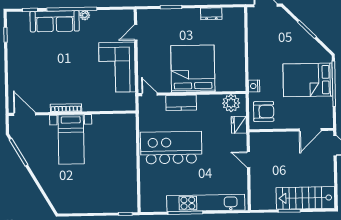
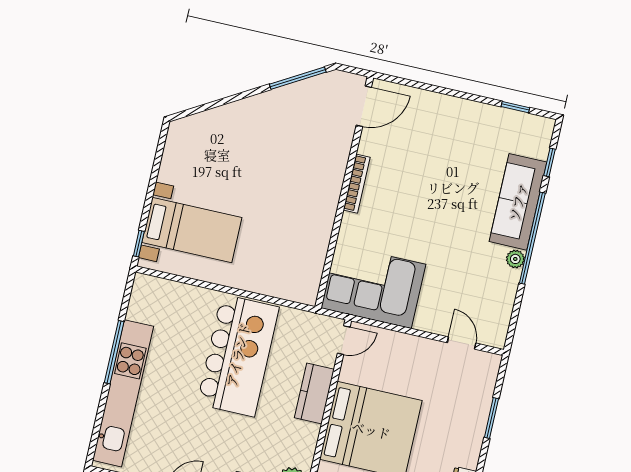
corner sofa: (117, 67) -> (373, 286), moved
bed with nightstands: (71, 139) -> (192, 230), moved, turned 180

